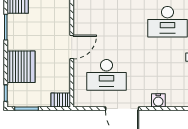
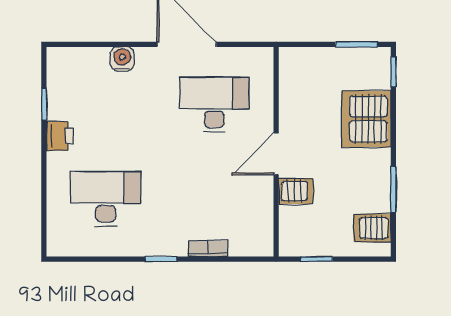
server rack: (61, 100) -> (296, 191), moved

